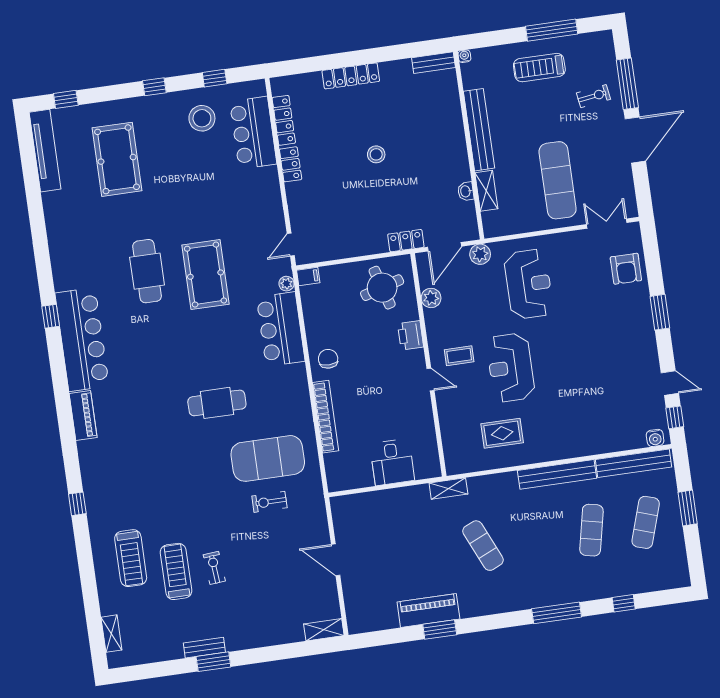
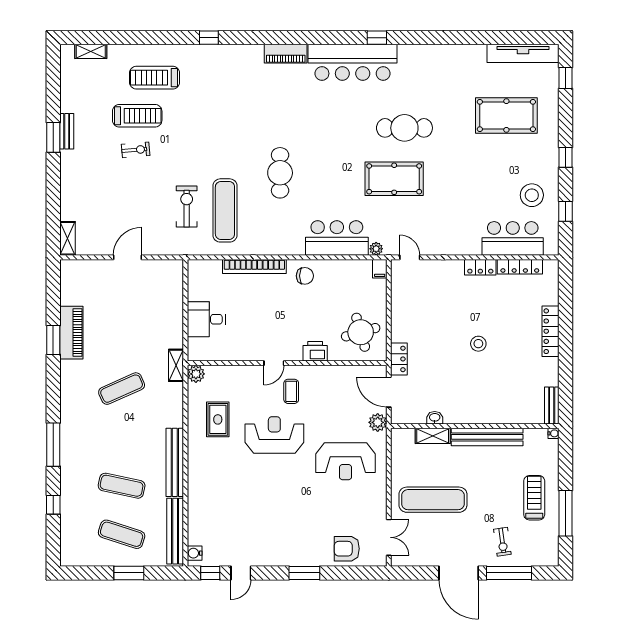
plant: (431, 298) -> (196, 374), moved
exercise mat: (268, 458) -> (225, 210), width x0.68
exercise bike: (269, 502) -> (187, 207), width x1.38, depth x1.39

